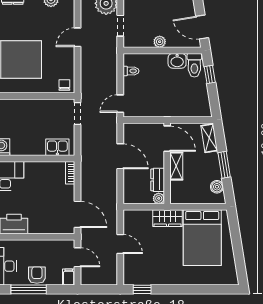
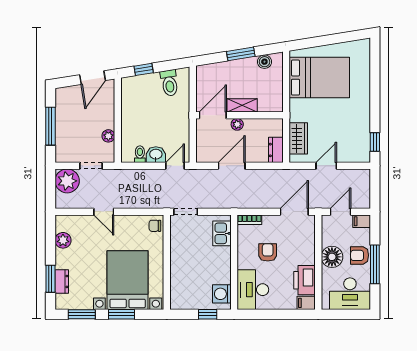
plant: (160, 42) -> (108, 136), moved
washbasin: (177, 61) -> (156, 155), moved, turned -90
toilet: (194, 65) -> (169, 83), moved, turned 81
door: (120, 104) -> (175, 166), swing flipped
shelving: (209, 138) -> (212, 70), removed
dresser: (158, 180) -> (276, 150), moved, turned 90
armchair: (40, 190) -> (268, 252), added
plant: (159, 198) -> (237, 124), moved
wardrobe: (167, 218) -> (298, 138), moved
floor lamp: (36, 249) -> (332, 257), added

